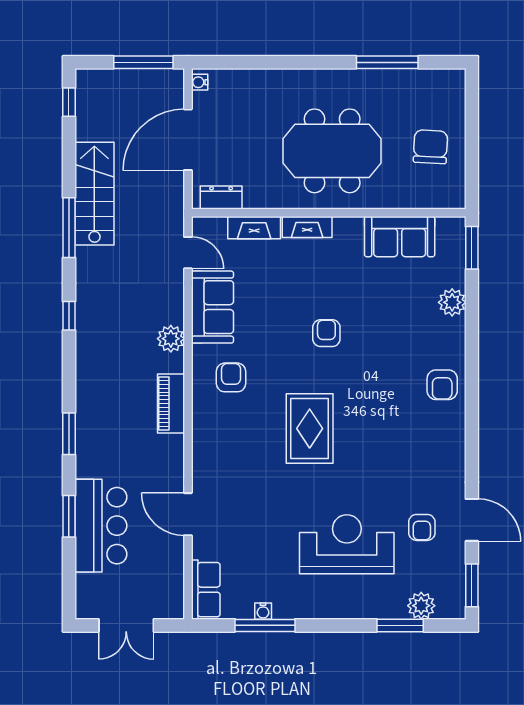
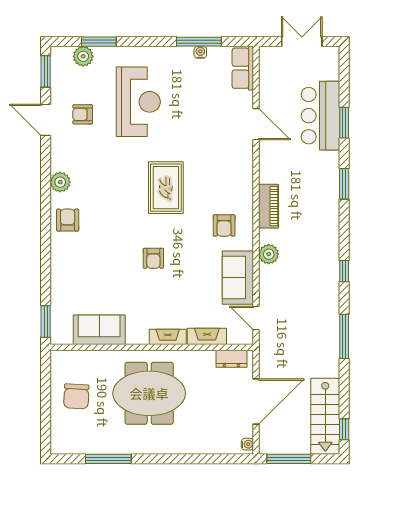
stairs: (94, 194) -> (325, 416), moved
plant: (452, 302) -> (60, 182), moved
armchair: (422, 527) -> (83, 114), turned -90
reception desk: (347, 544) -> (138, 102), turned -90

